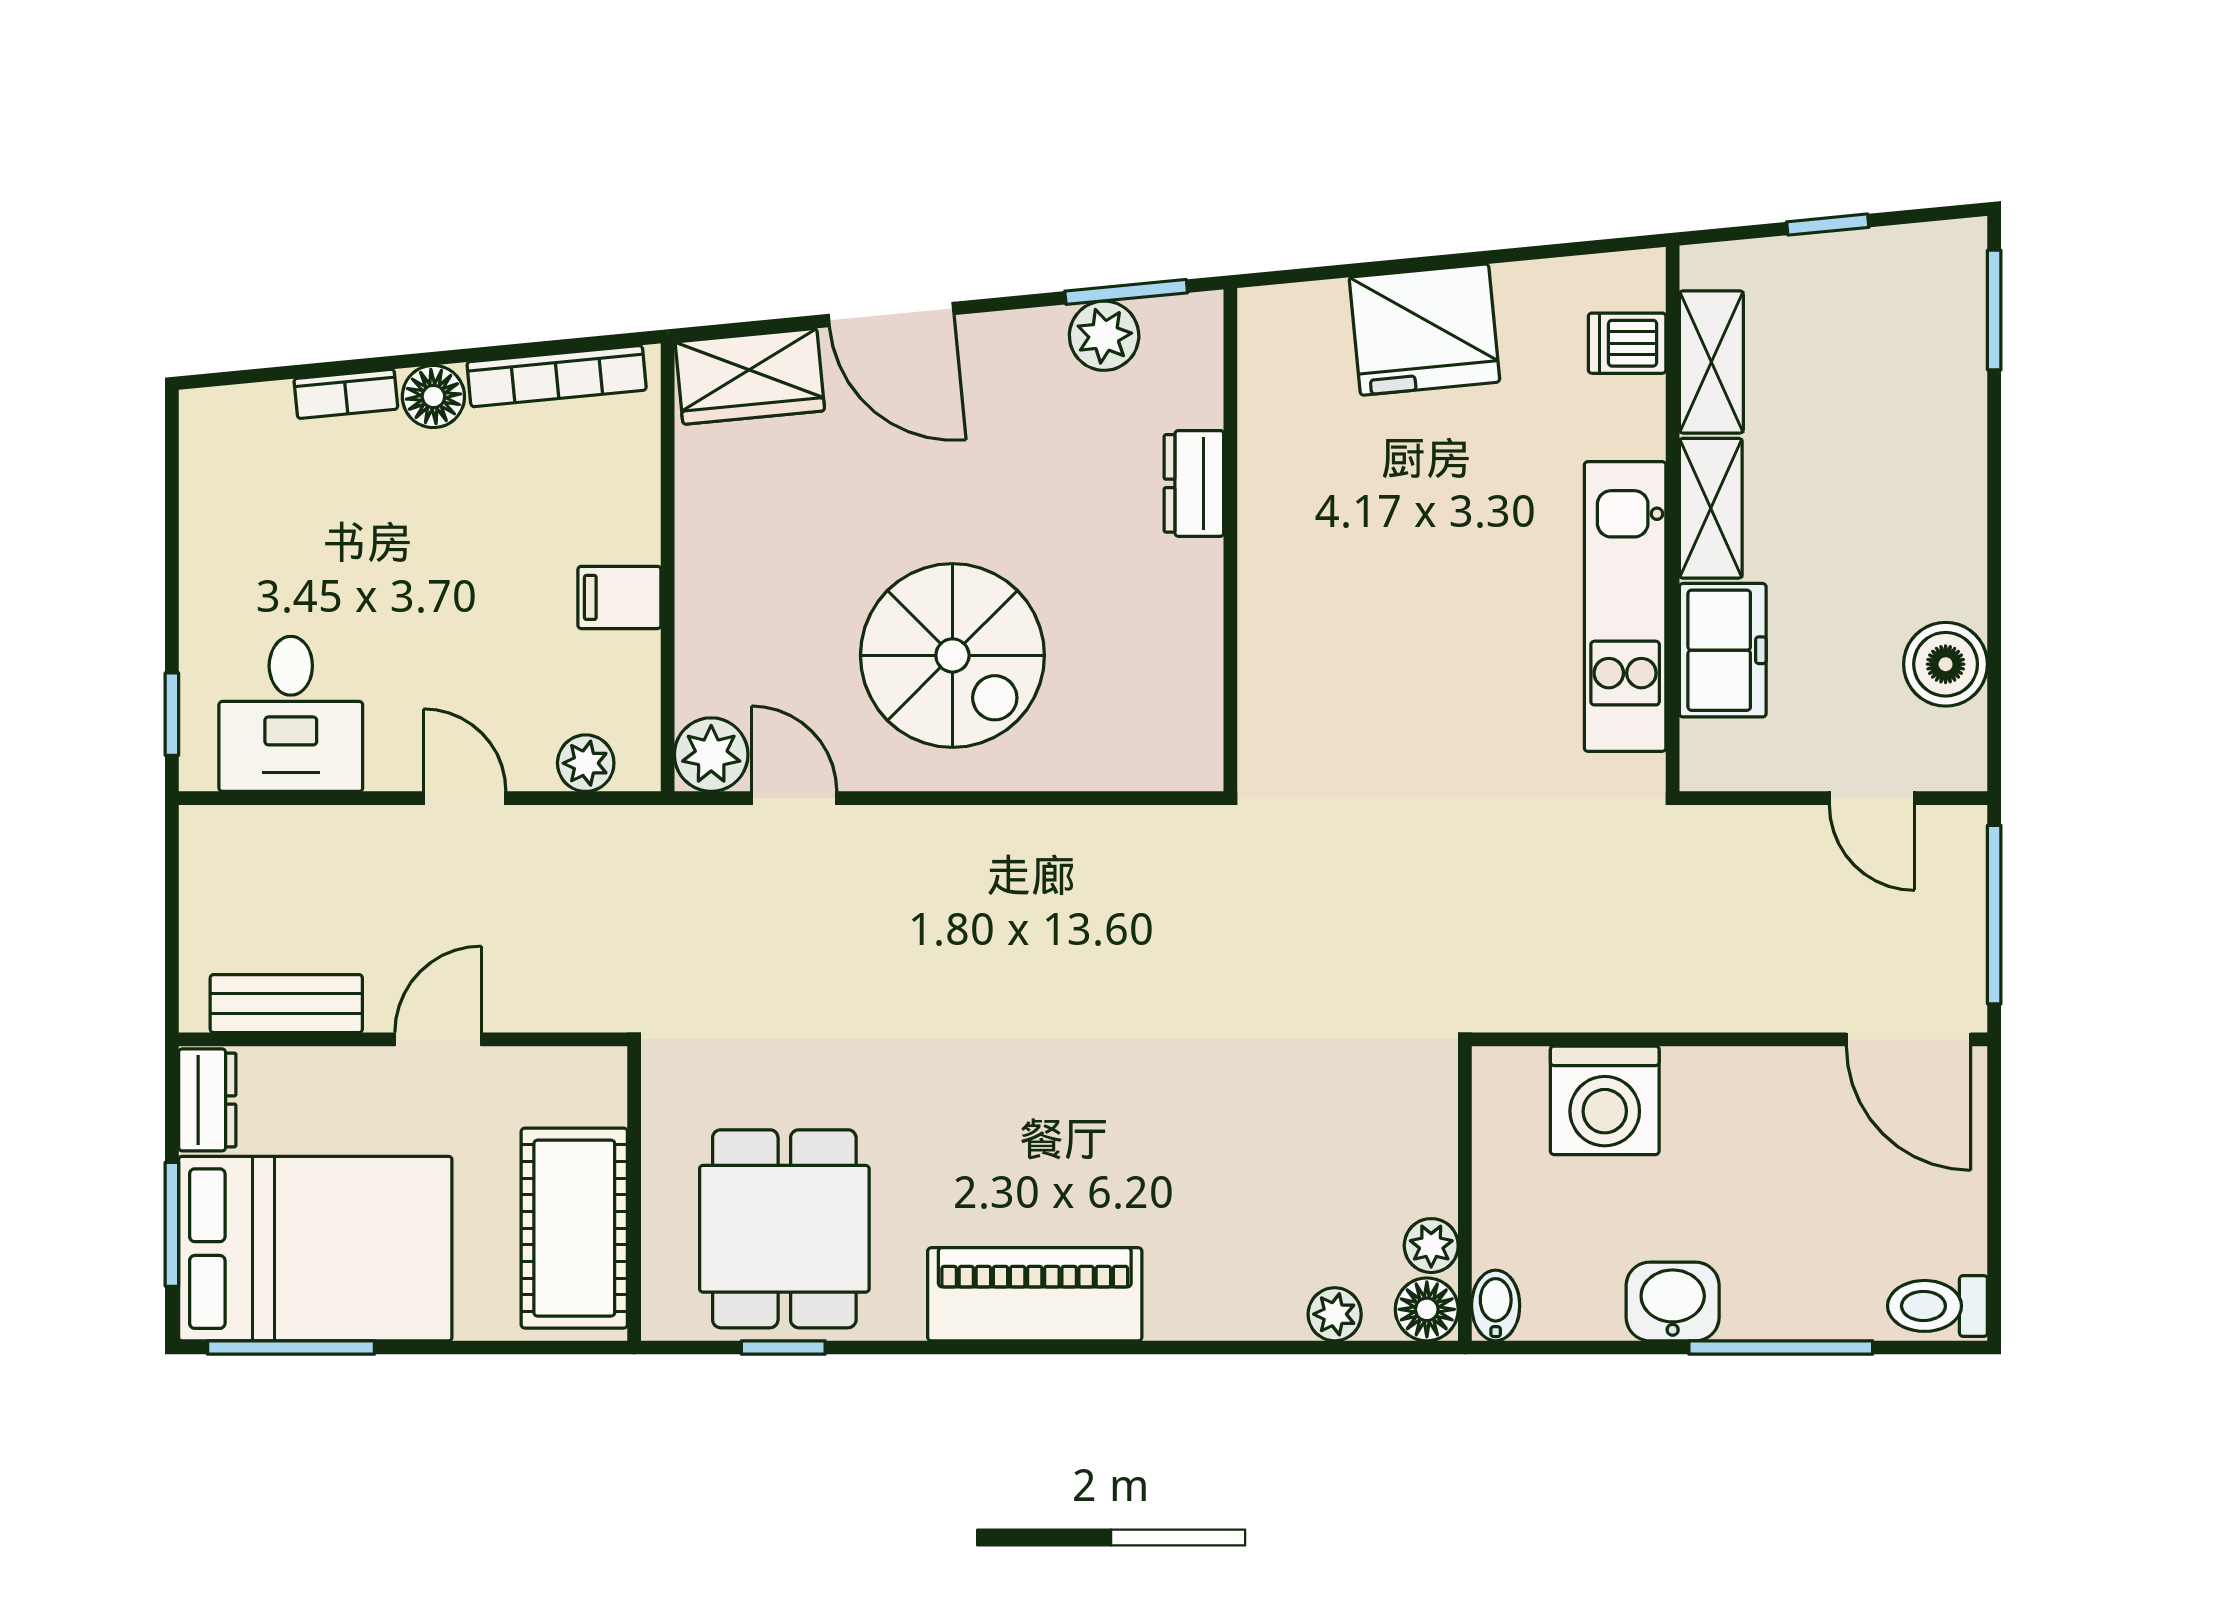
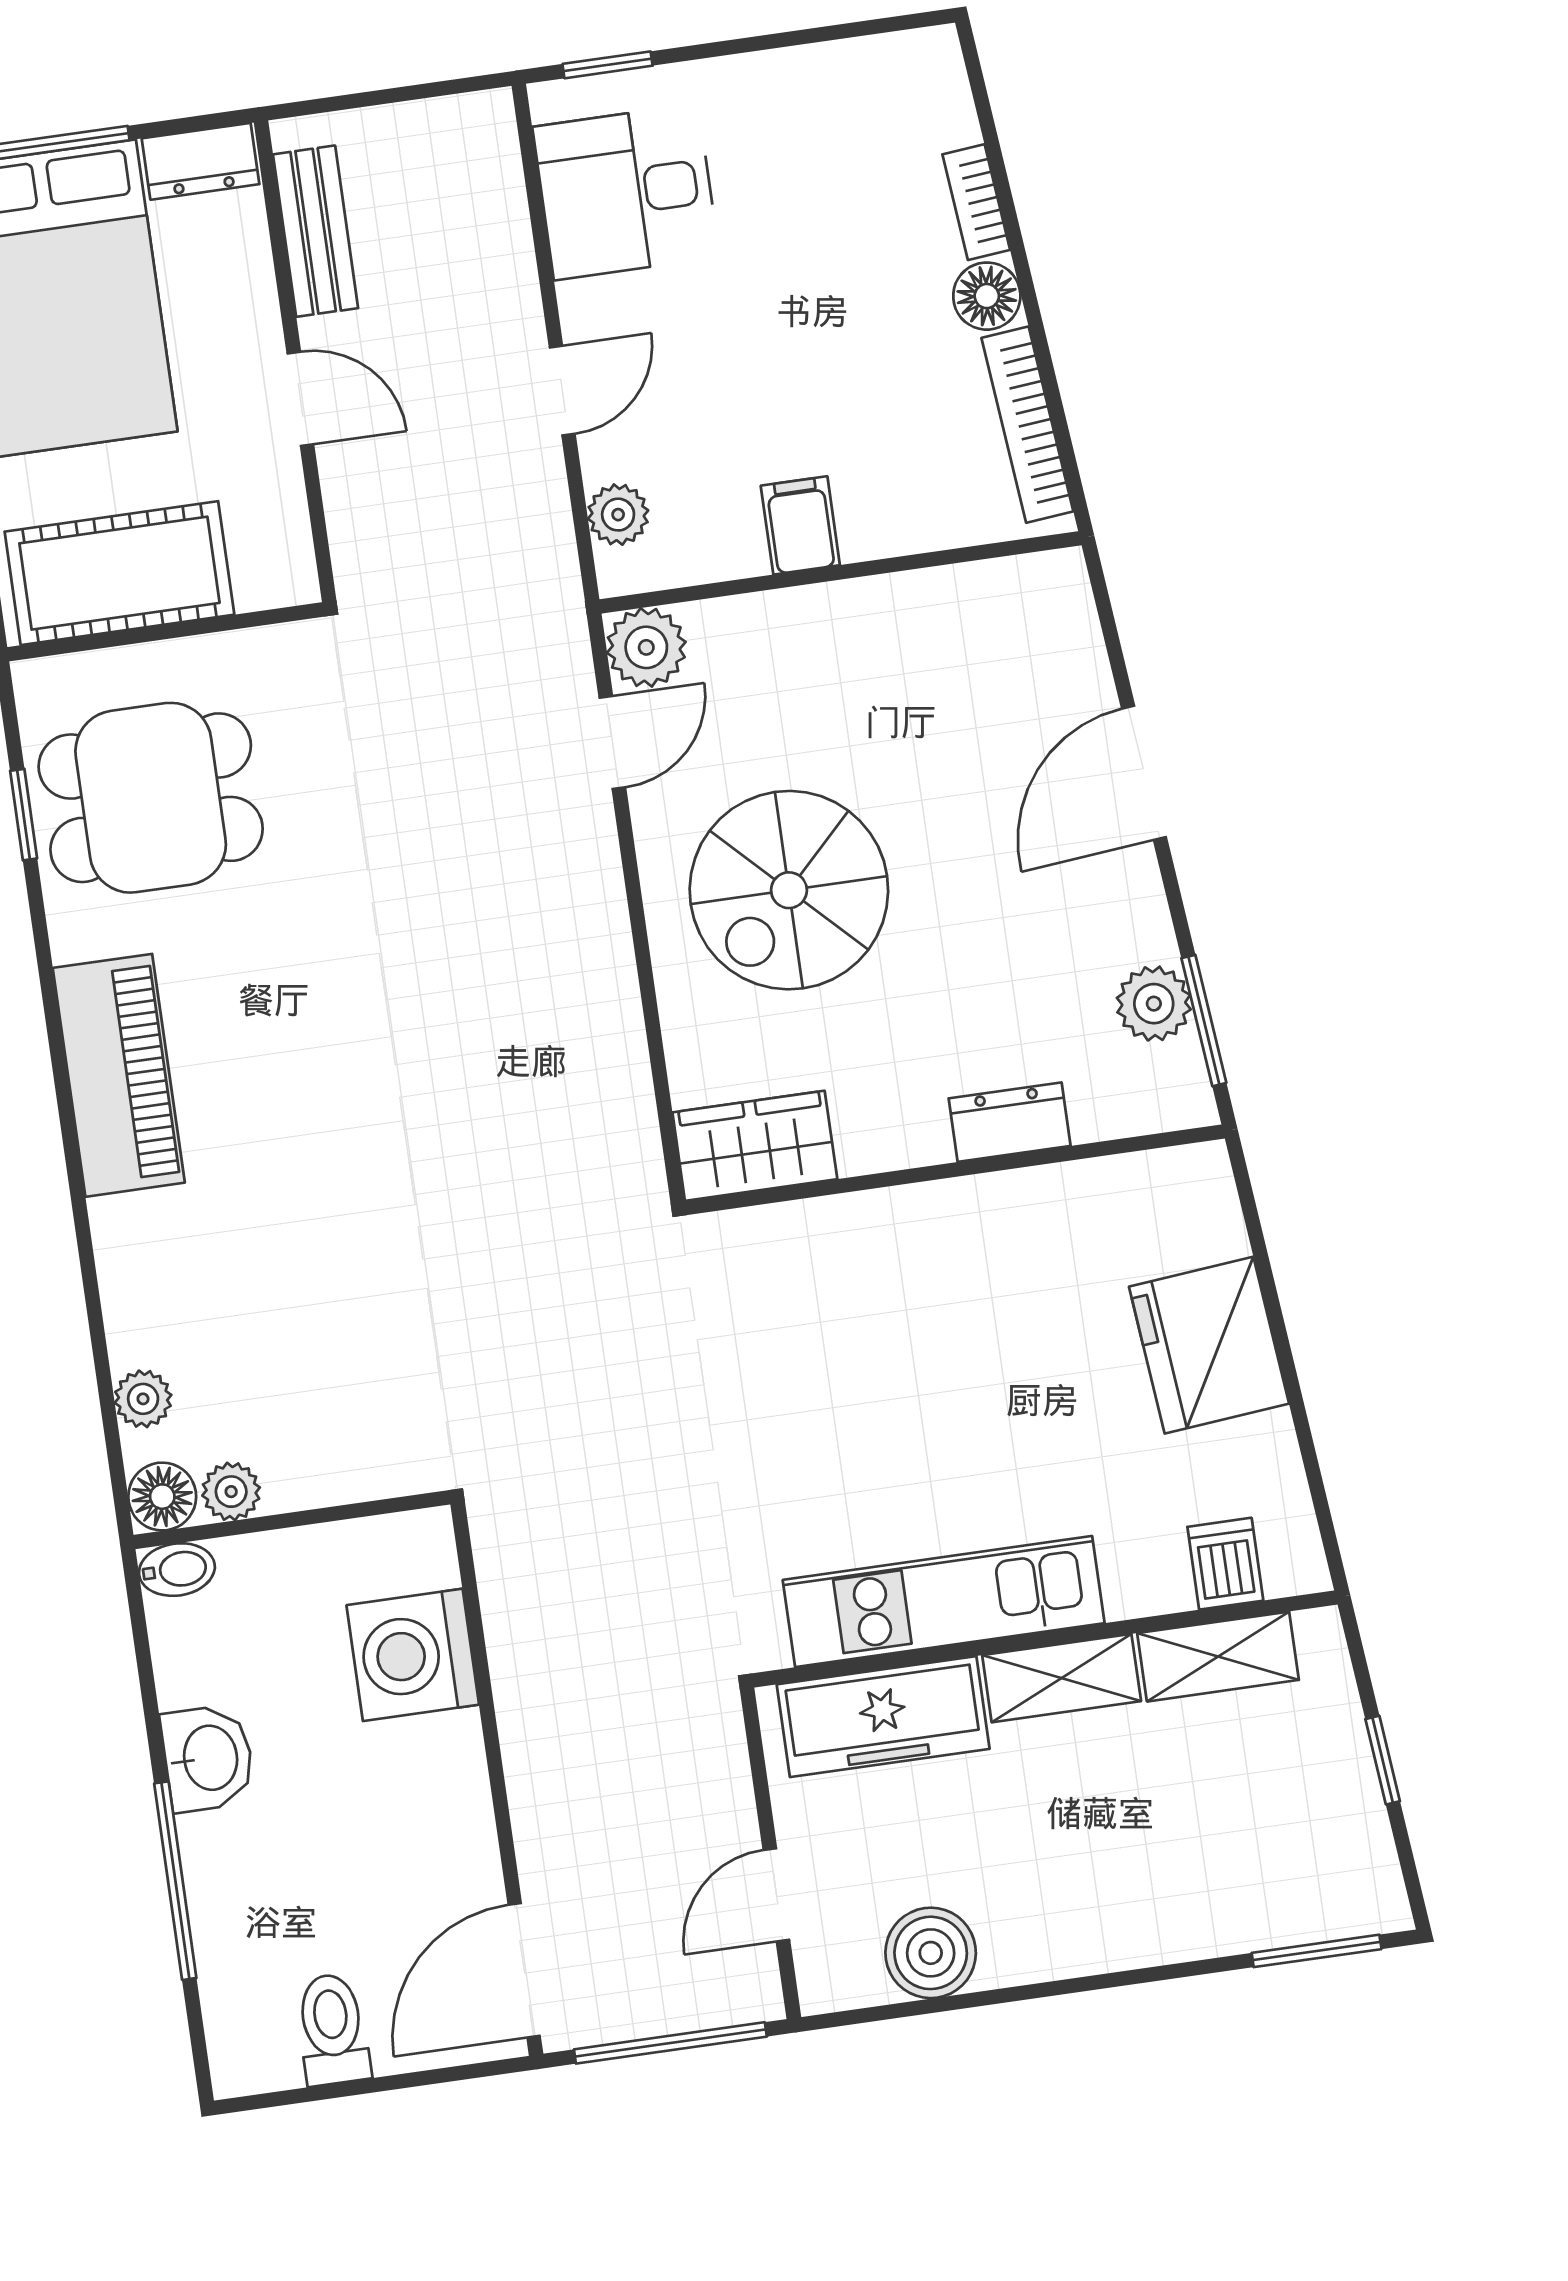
wardrobe: (750, 376) -> (755, 1146), moved, turned 95
freezer: (1723, 650) -> (883, 1717), width x1.40
toilet: (1937, 1306) -> (332, 2029), moved

